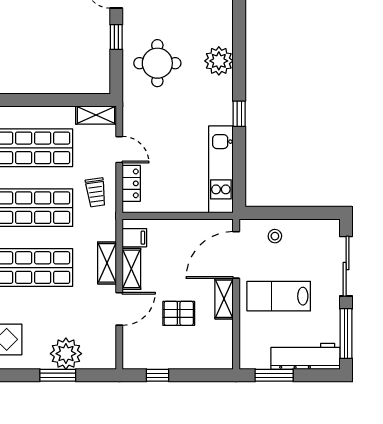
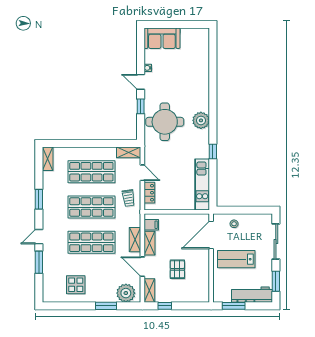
round table: (157, 63) -> (165, 122), width x1.36, depth x1.36
shelving: (224, 299) -> (149, 290), moved
door: (119, 309) -> (142, 267), swing flipped
pallet: (179, 313) -> (177, 269), turned 90
window: (346, 334) -> (276, 281), width x0.69
plant: (66, 354) -> (126, 293), moved

